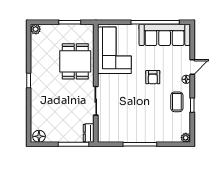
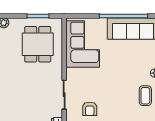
dining table: (75, 61) -> (38, 44), moved
armchair: (153, 77) -> (90, 109), moved

